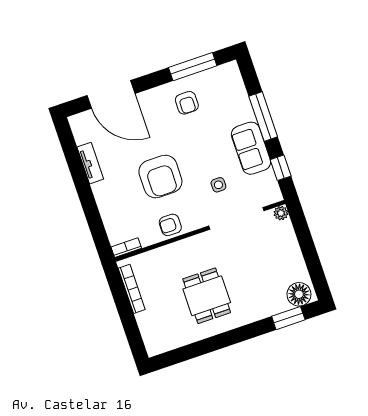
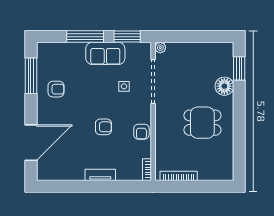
tv unit: (90, 163) -> (100, 175), moved
window: (281, 168) -> (127, 37), width x1.50
armchair: (160, 177) -> (103, 127), width x0.53, depth x0.53
floor lamp: (299, 294) -> (224, 86), moved

